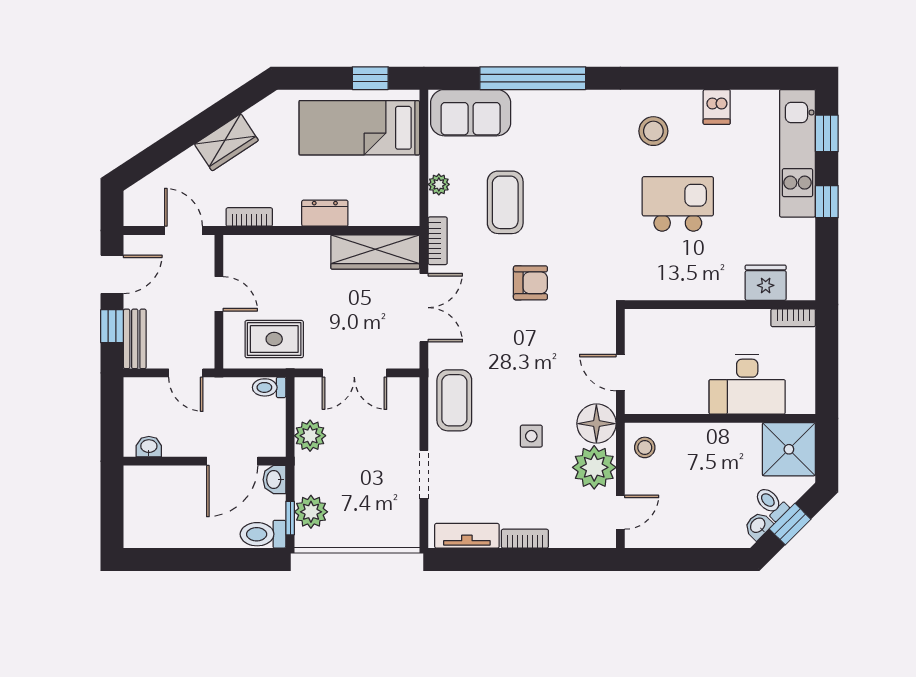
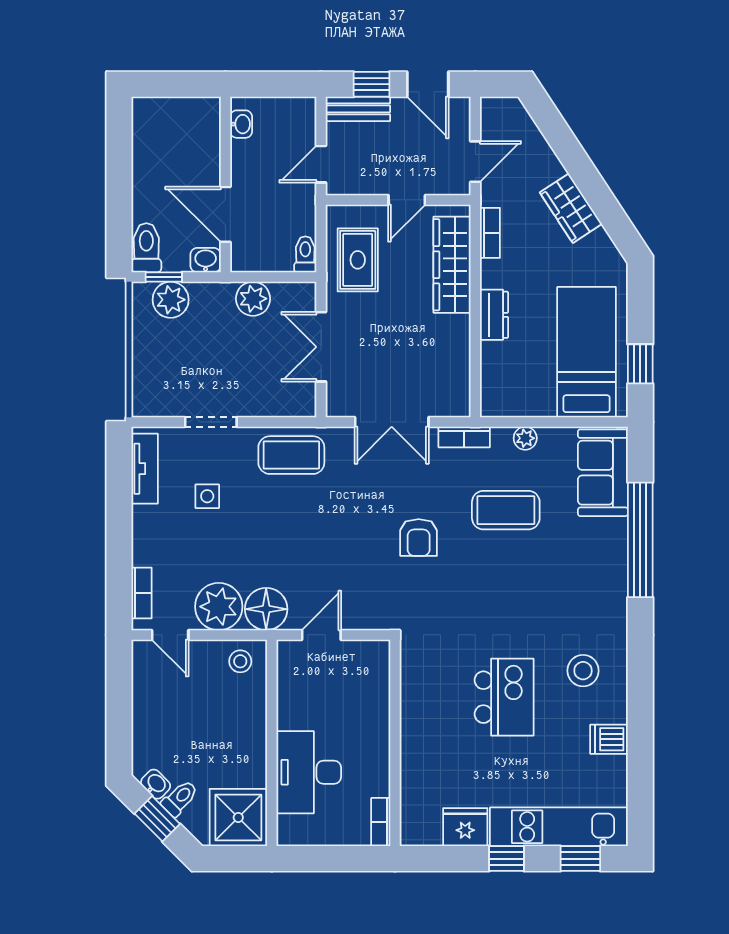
wardrobe: (375, 252) -> (452, 265), moved
fridge: (766, 283) -> (465, 827), moved, turned -90
side table: (531, 436) -> (207, 496), moved
bookcase: (525, 539) -> (141, 593), moved

